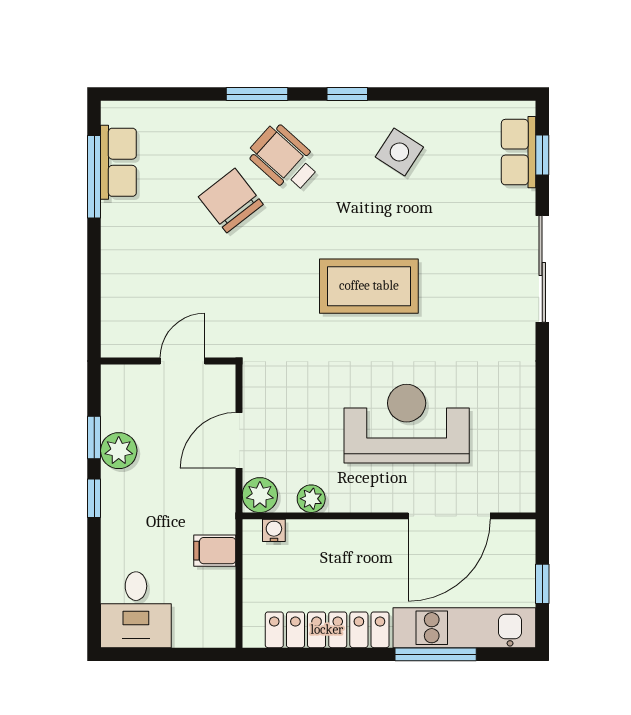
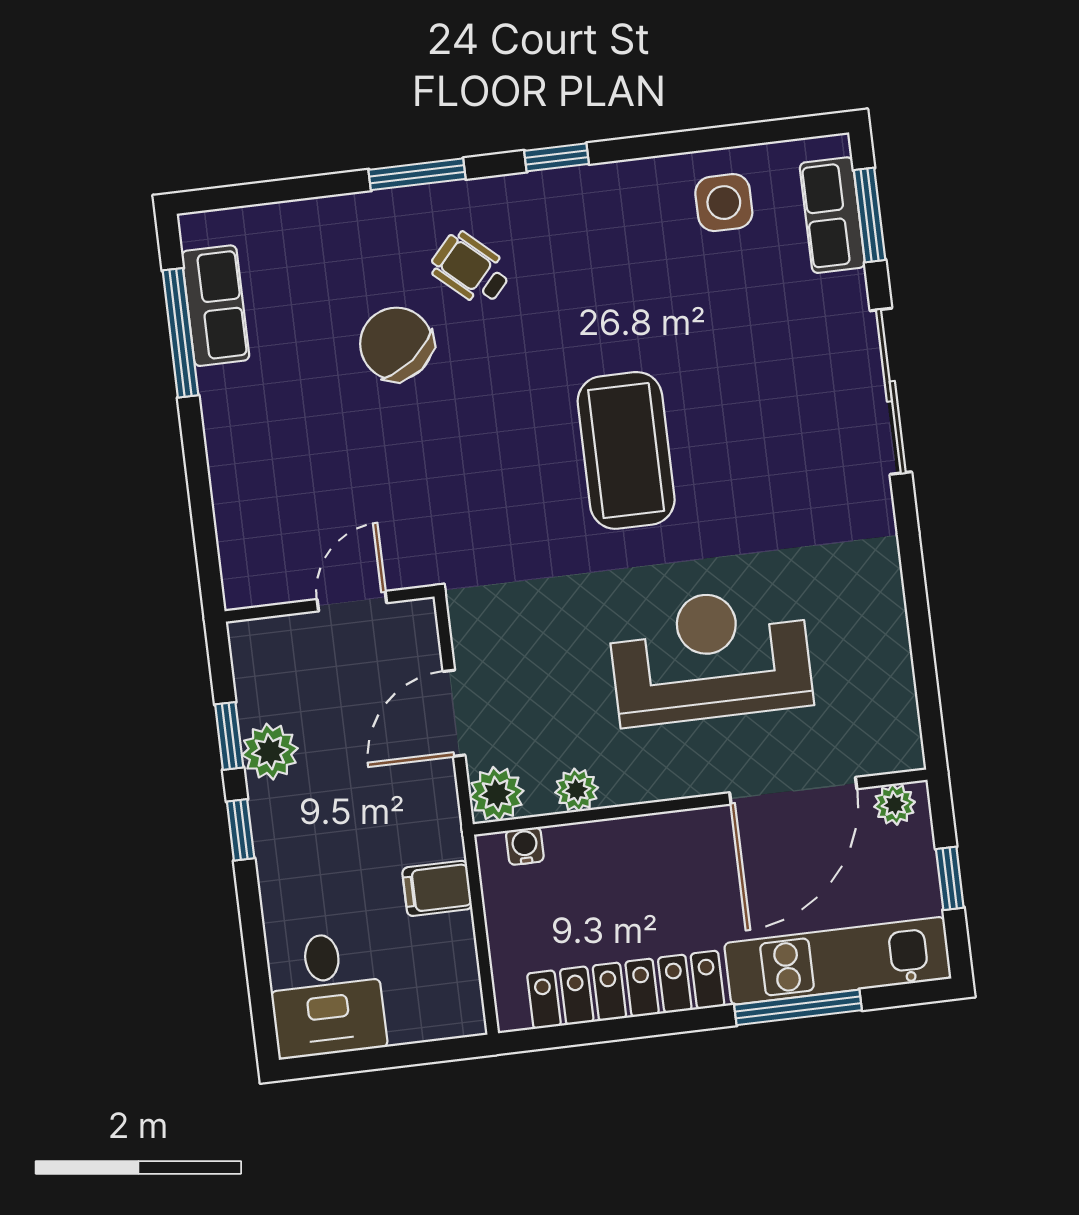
side table: (399, 152) -> (724, 203), moved, turned -33
window: (542, 155) -> (870, 215), width x1.50
wheelchair: (284, 159) -> (471, 269), width x0.73, depth x0.73
coffee table: (369, 286) -> (626, 450), turned 90
plant: (513, 532) -> (895, 804), added

